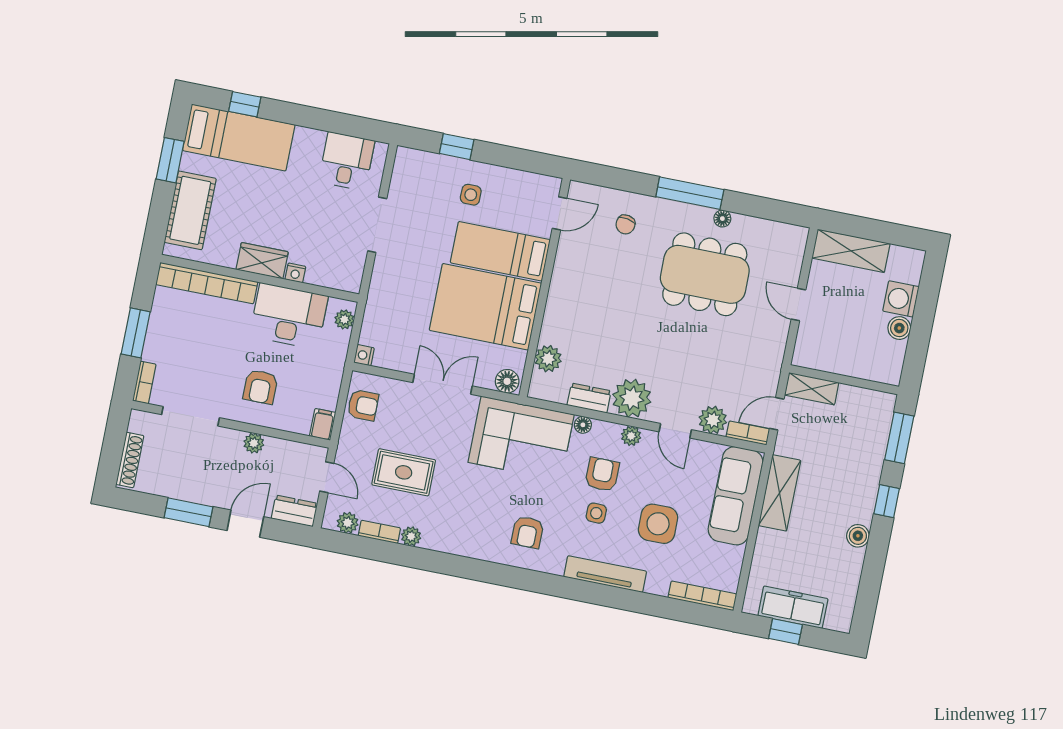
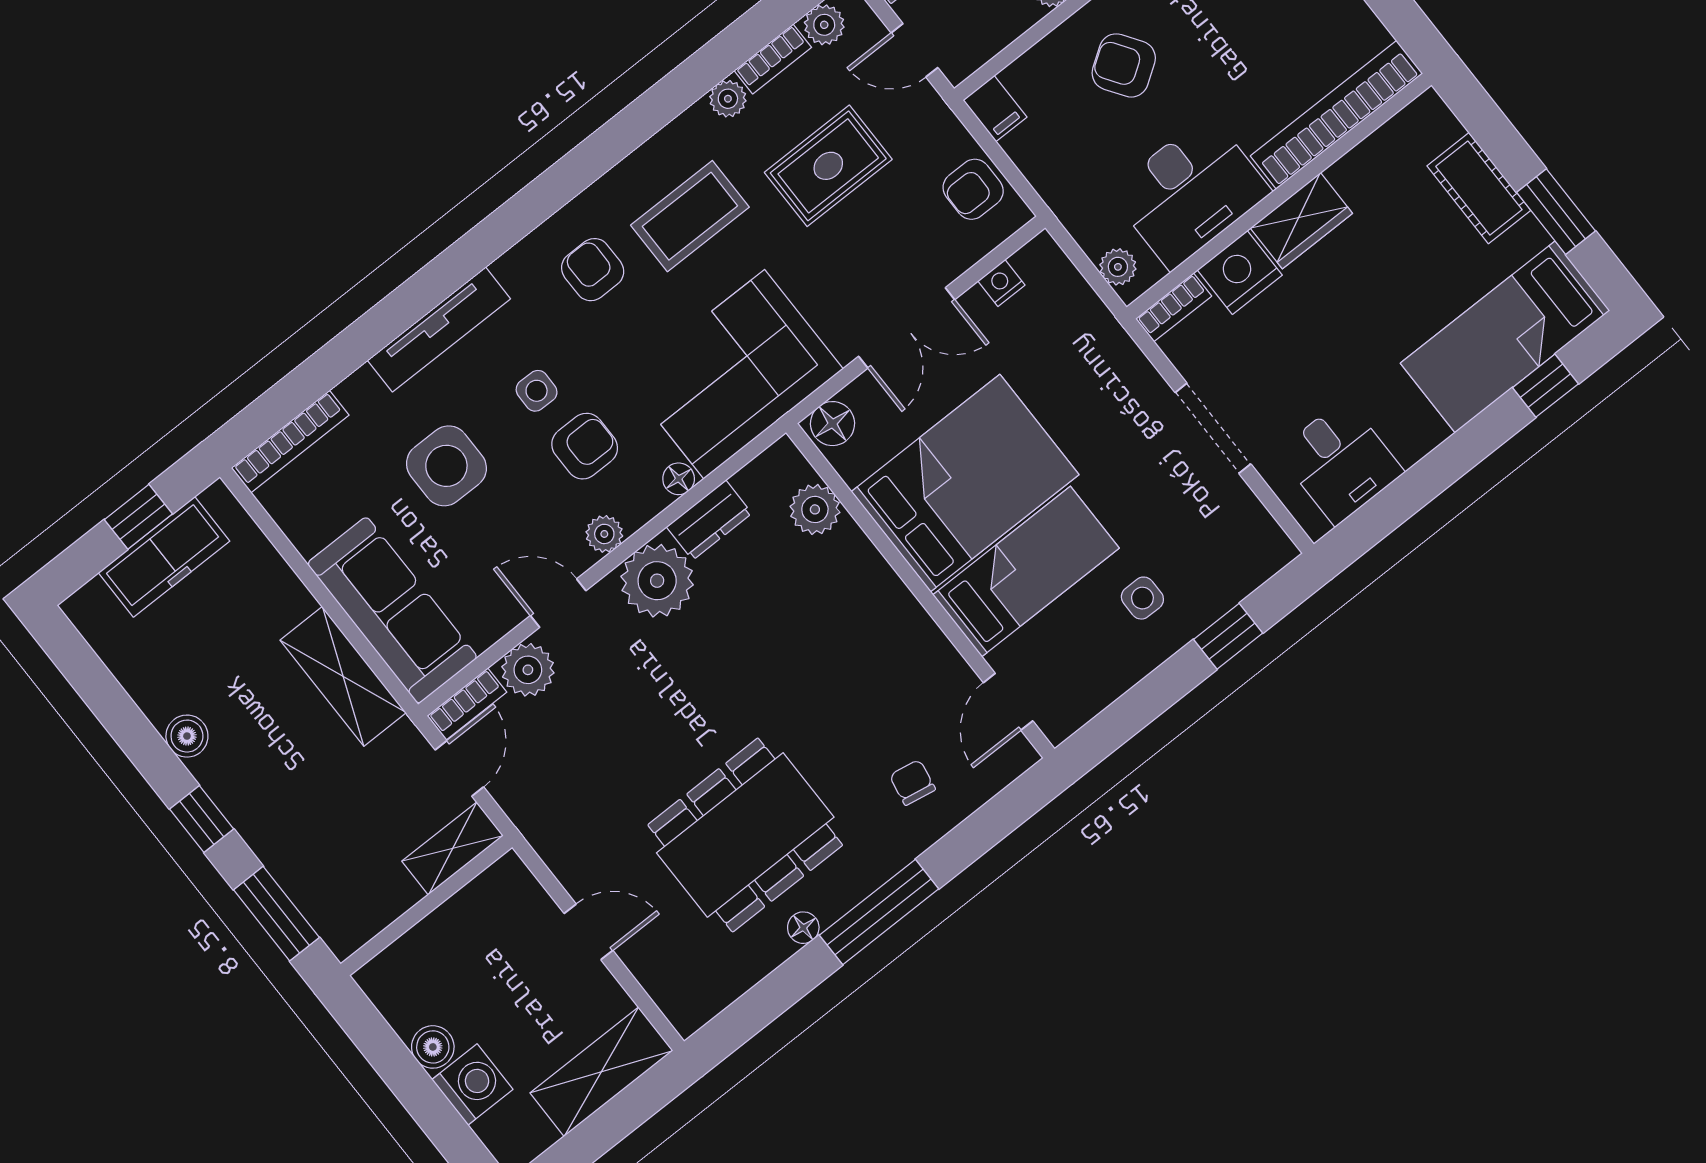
cot: (190, 210) -> (1479, 188), width x0.73, depth x0.75
nightstand: (295, 273) -> (1240, 273), width x1.89, depth x1.79
bookcase: (342, 283) -> (1174, 307), added
nightstand: (364, 355) -> (1001, 283), moved, turned -90
armchair: (260, 387) -> (1124, 65), turned -34
armchair: (602, 474) -> (585, 446), turned -90
coffee table: (472, 511) -> (690, 216), added

